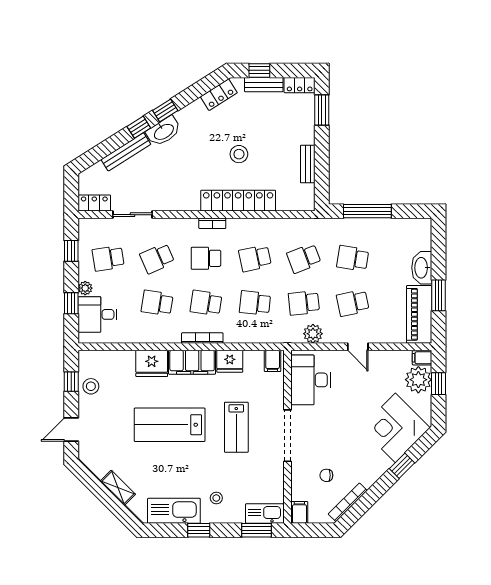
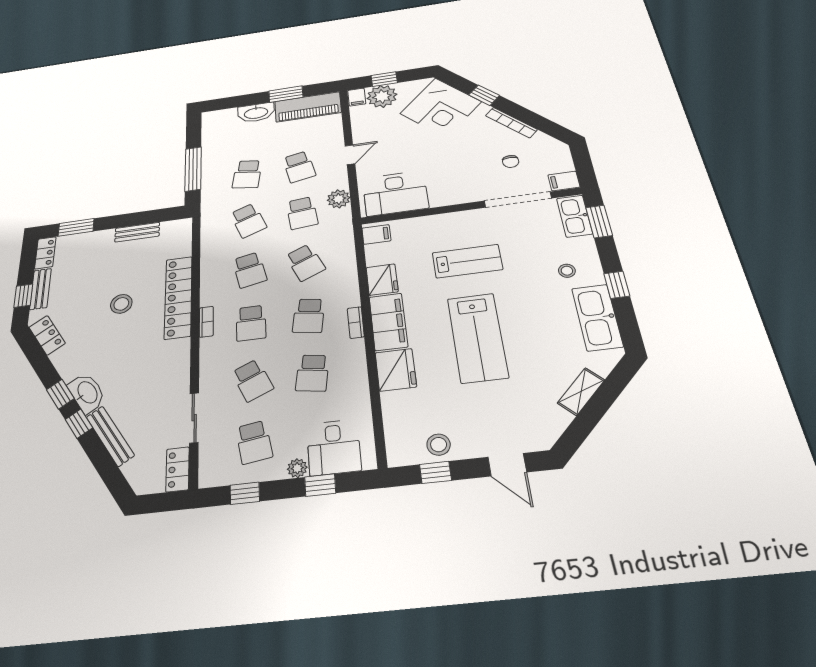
school desk: (255, 303) -> (305, 262), turned -30
bookcase: (202, 338) -> (356, 323), width x0.64
doorway: (288, 436) -> (518, 200), moved
bookcase: (348, 502) -> (511, 123), moved

